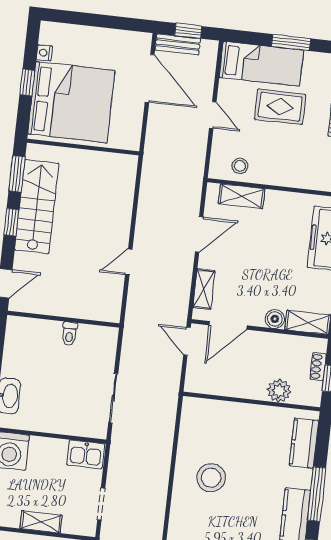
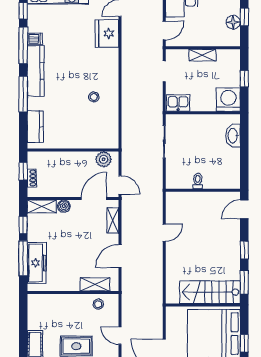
stairs: (37, 207) -> (210, 292), moved, turned 90
plant: (279, 391) -> (104, 159), moved
stool: (211, 478) -> (94, 97), width x0.53, depth x0.53

